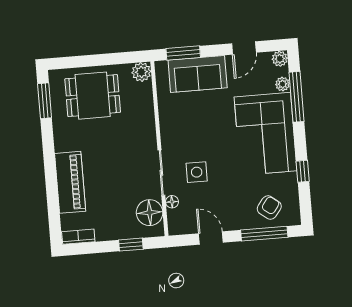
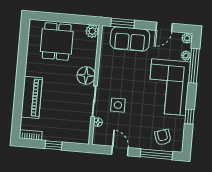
dining table: (93, 96) -> (57, 41), turned 90
window: (45, 101) -> (24, 39), removed
armchair: (269, 208) -> (163, 137), turned -55
floor lamp: (150, 213) -> (86, 75), moved
window: (131, 245) -> (53, 145), moved

